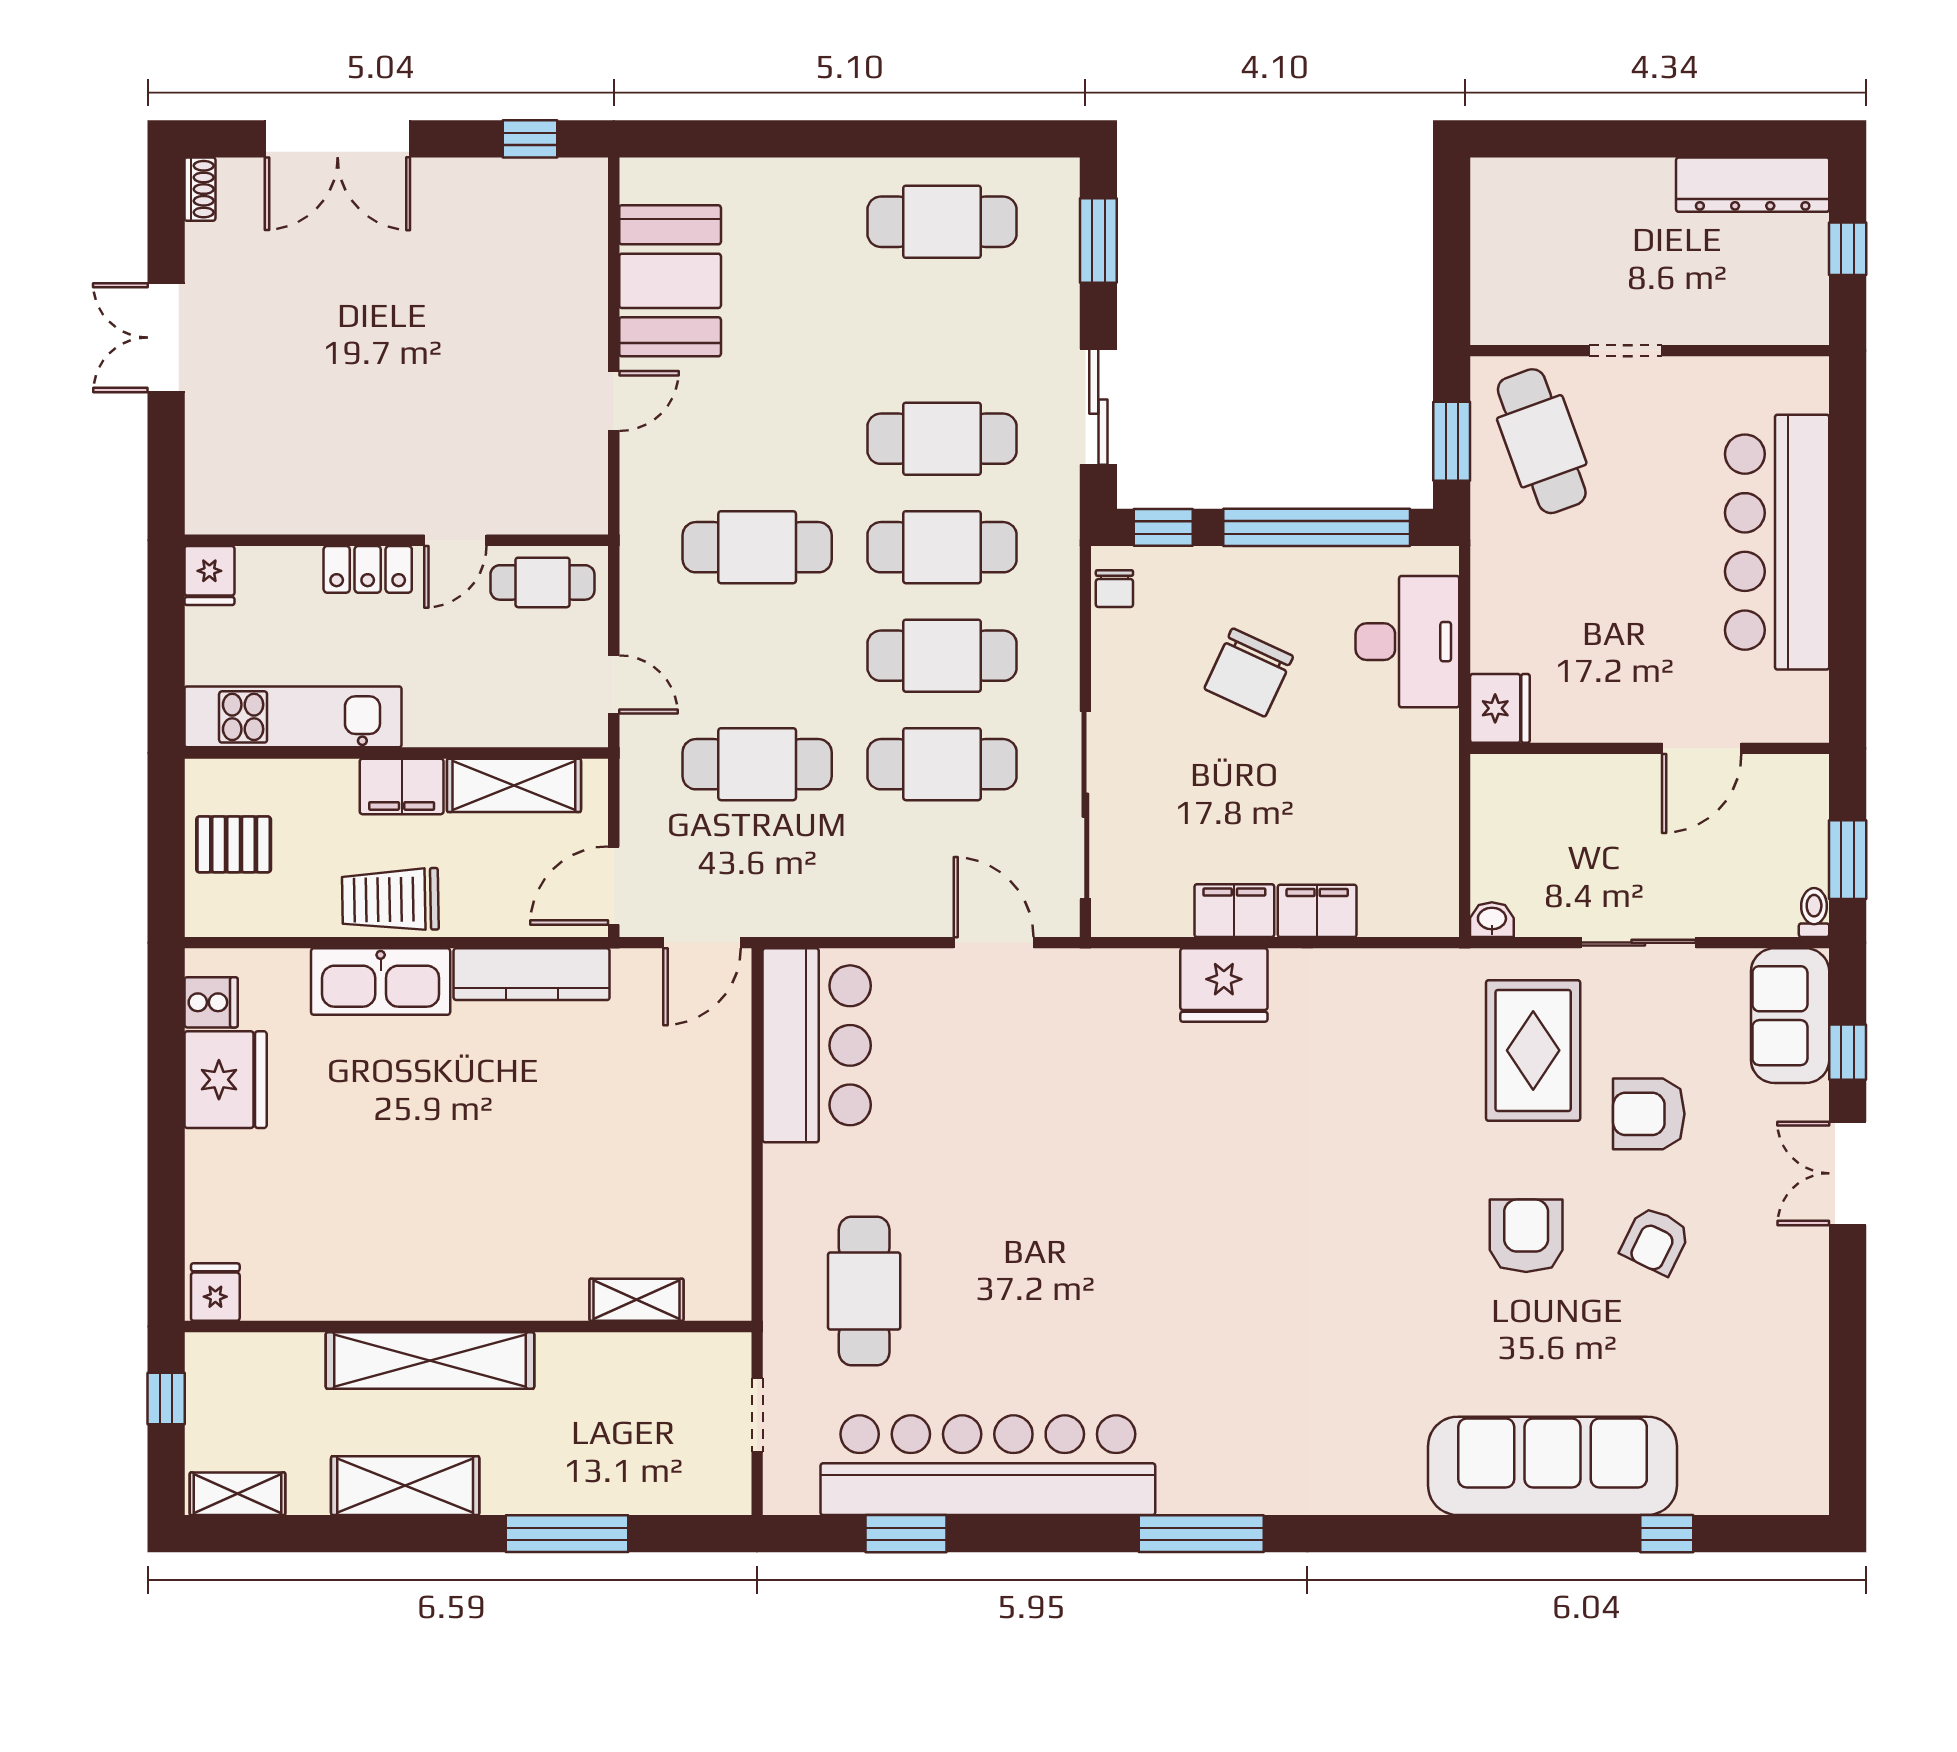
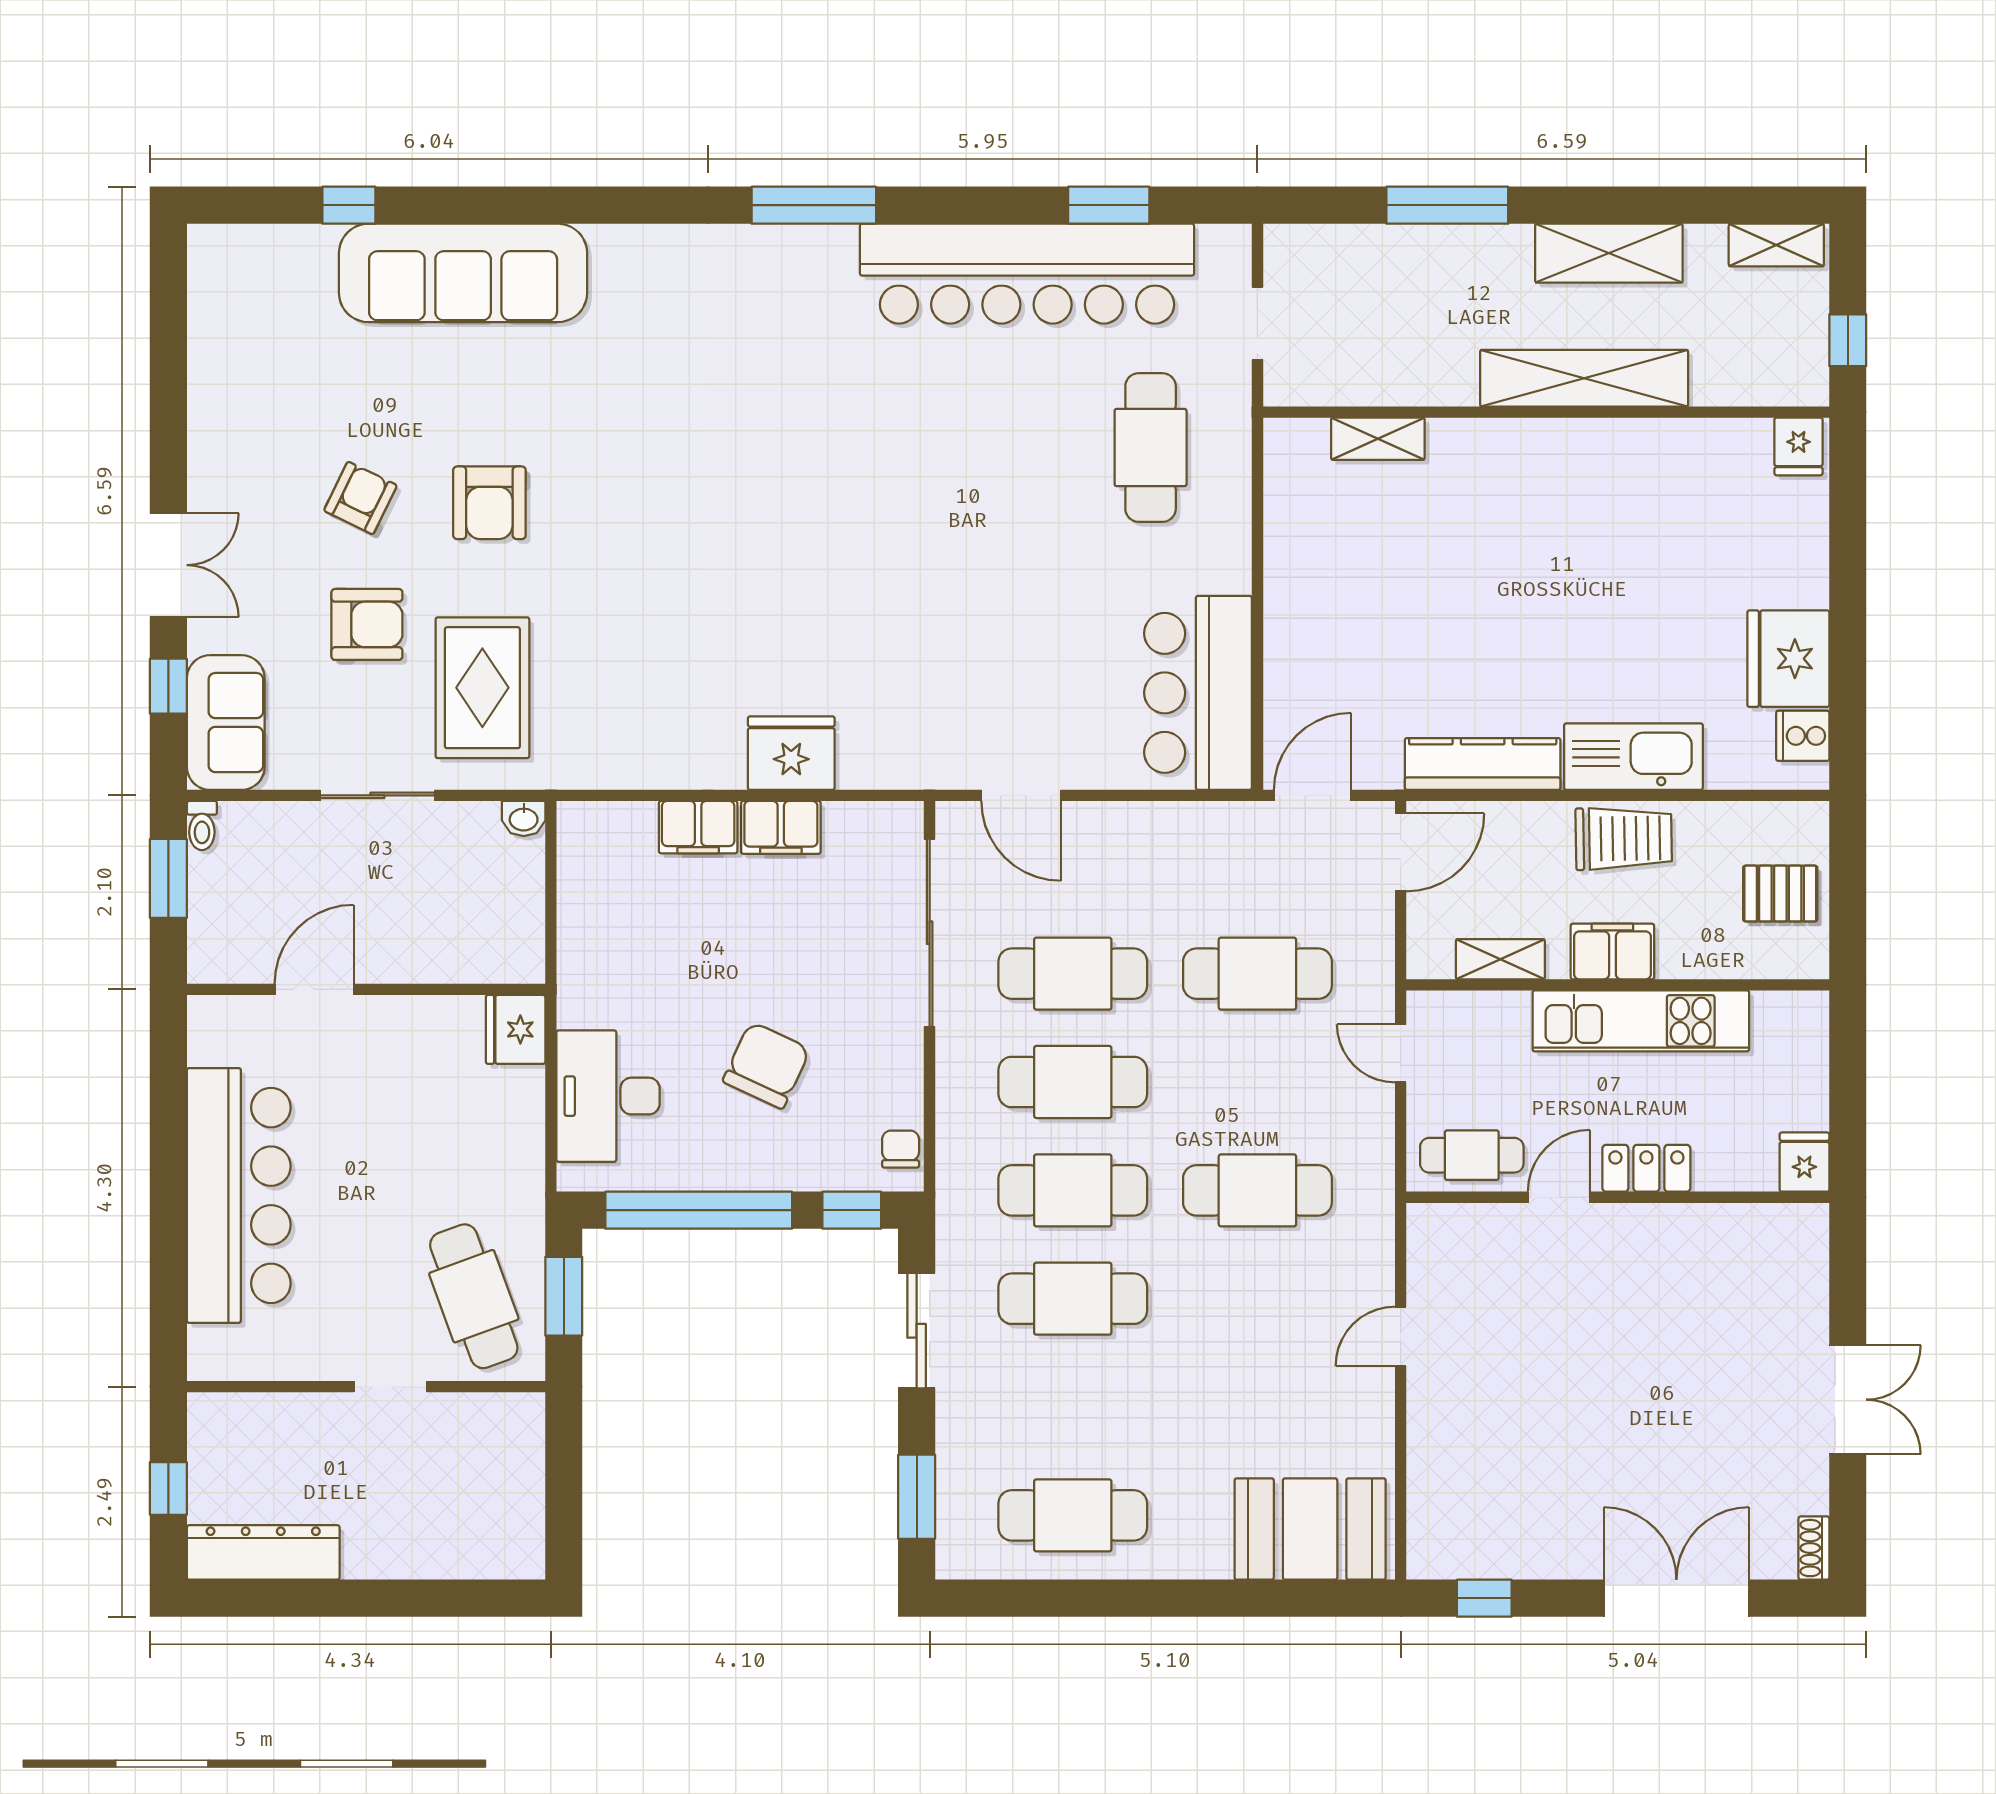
booth: (670, 281) -> (1310, 1529), moved, turned 90
kitchen unit: (293, 717) -> (1641, 1021), moved
shelving: (514, 785) -> (1500, 959), width x0.67, depth x0.75

